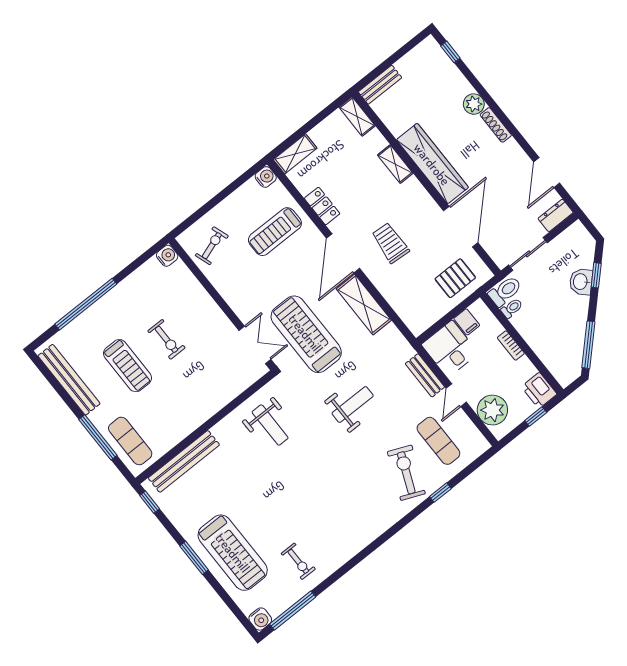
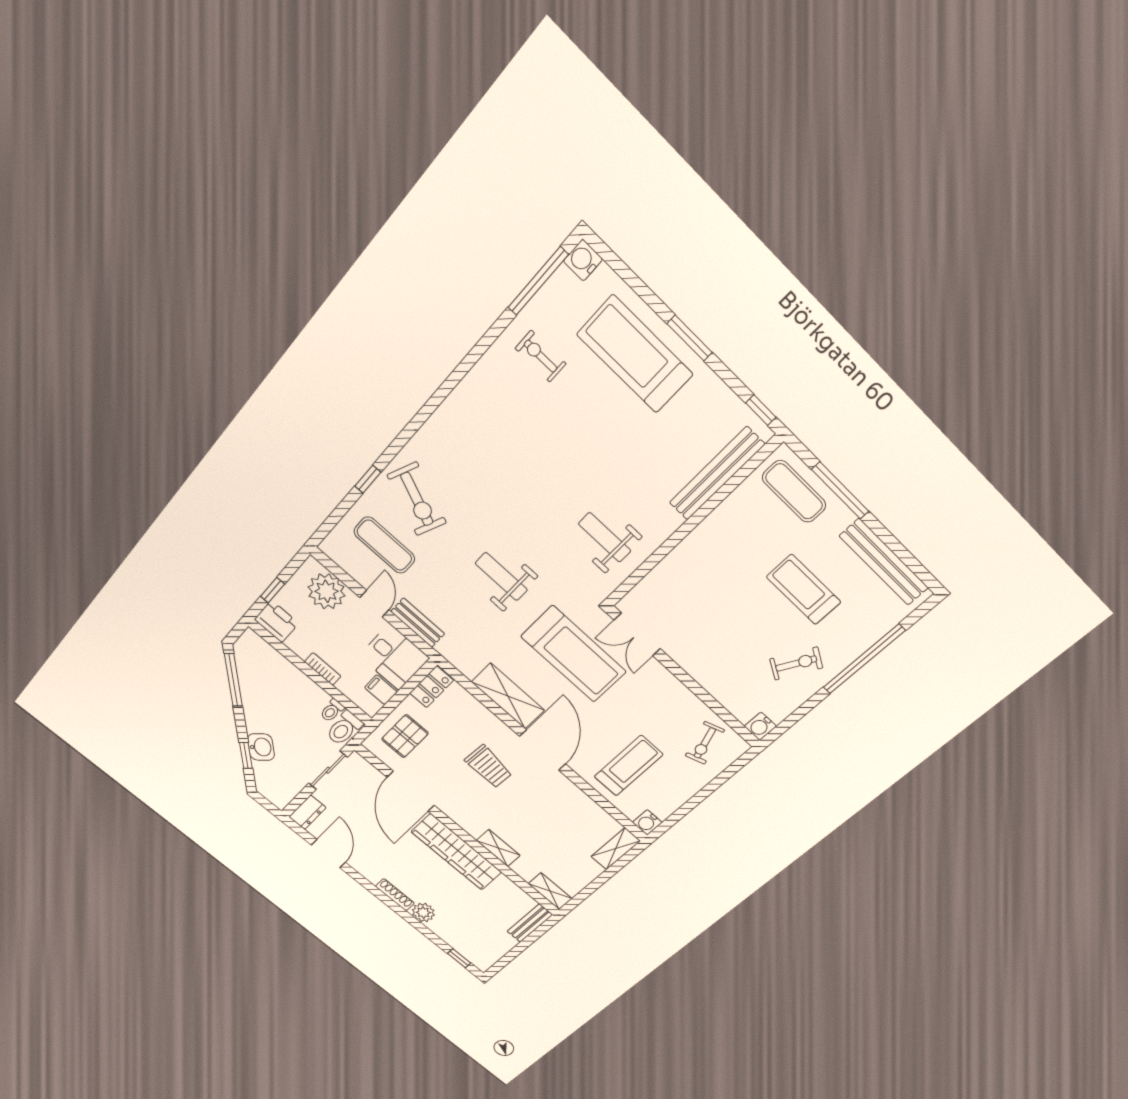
locker: (322, 206) -> (432, 687), moved, turned -90
exercise bike: (166, 339) -> (796, 663), moved, turned 119
weight bench: (353, 405) -> (501, 577), turned 90

